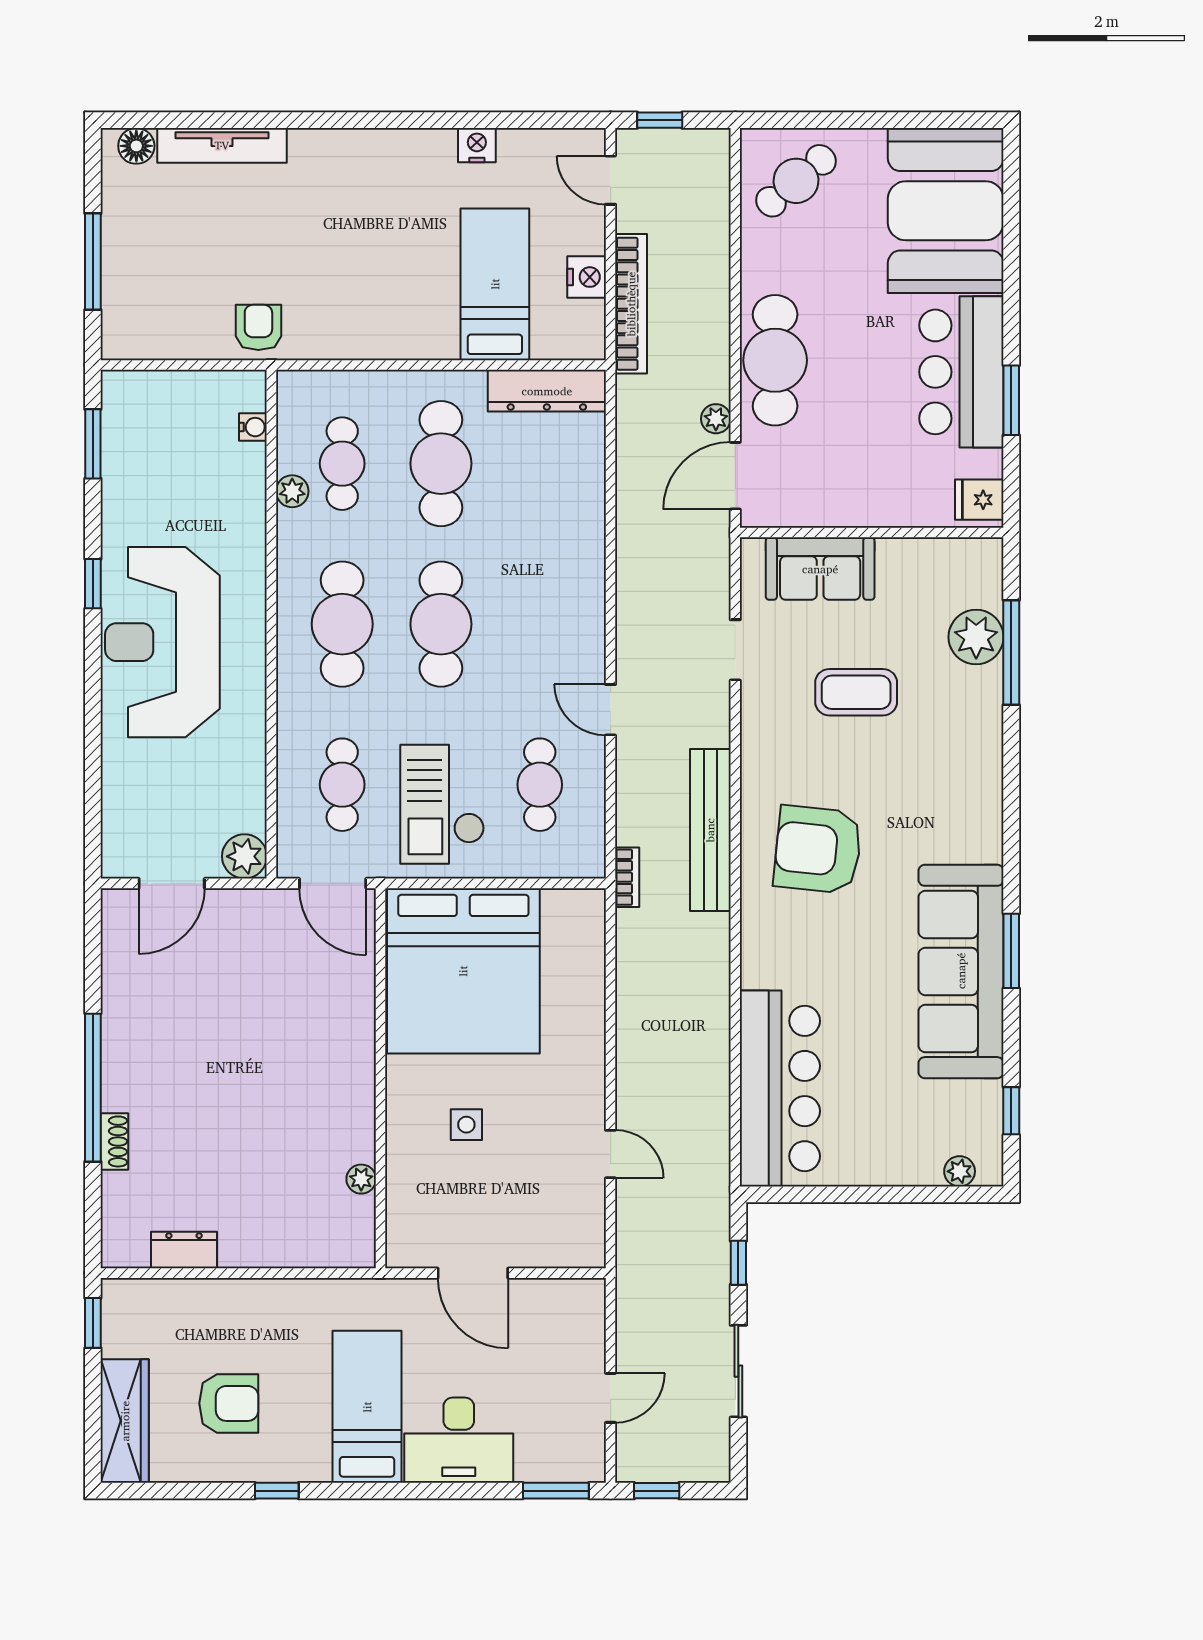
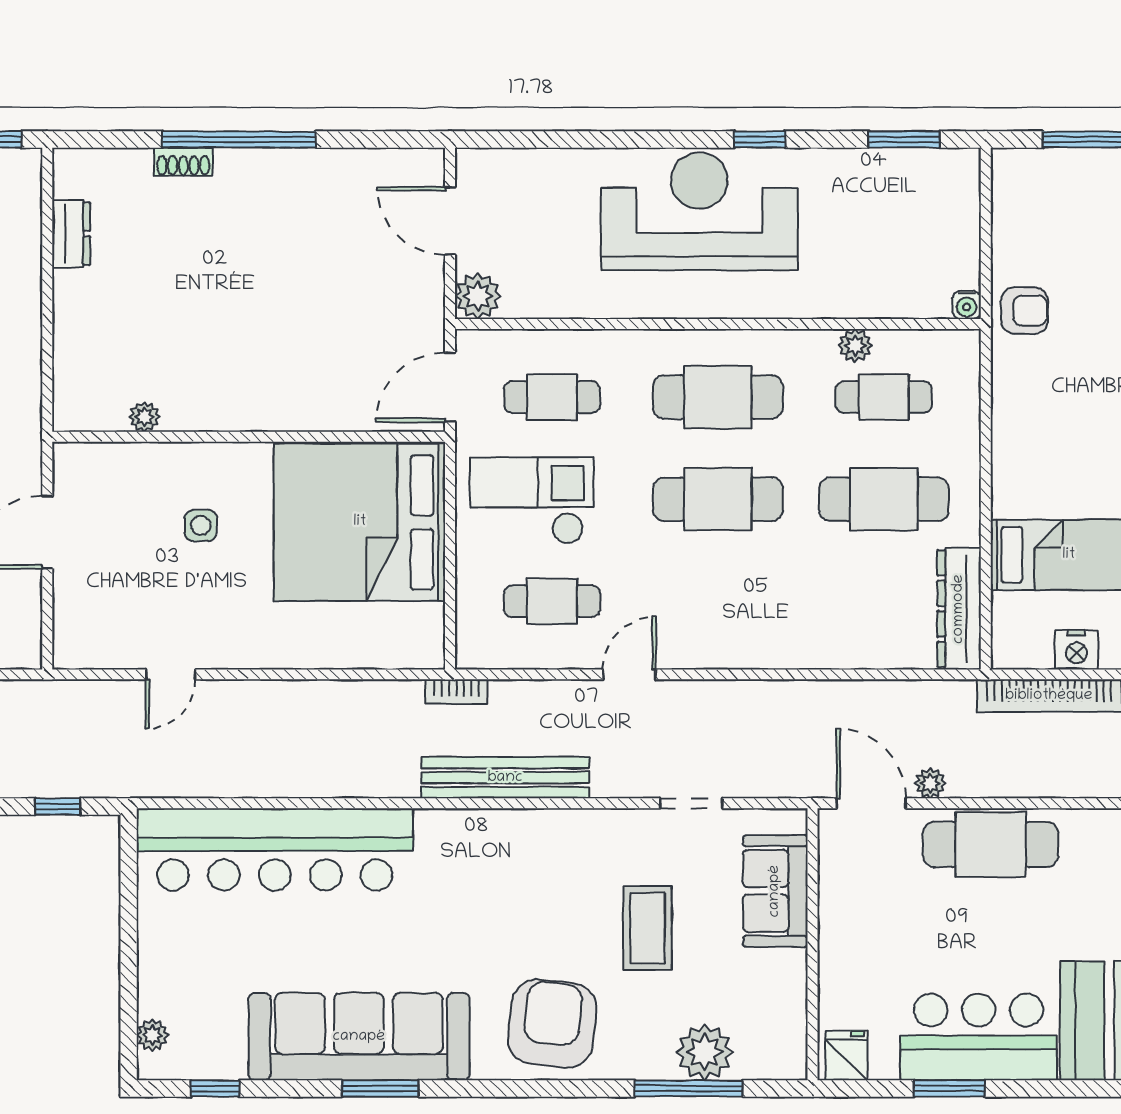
water cooler: (253, 427) -> (967, 305), moved
armchair: (818, 850) -> (552, 1024), moved
bar counter: (780, 1089) -> (275, 849), width x1.36

